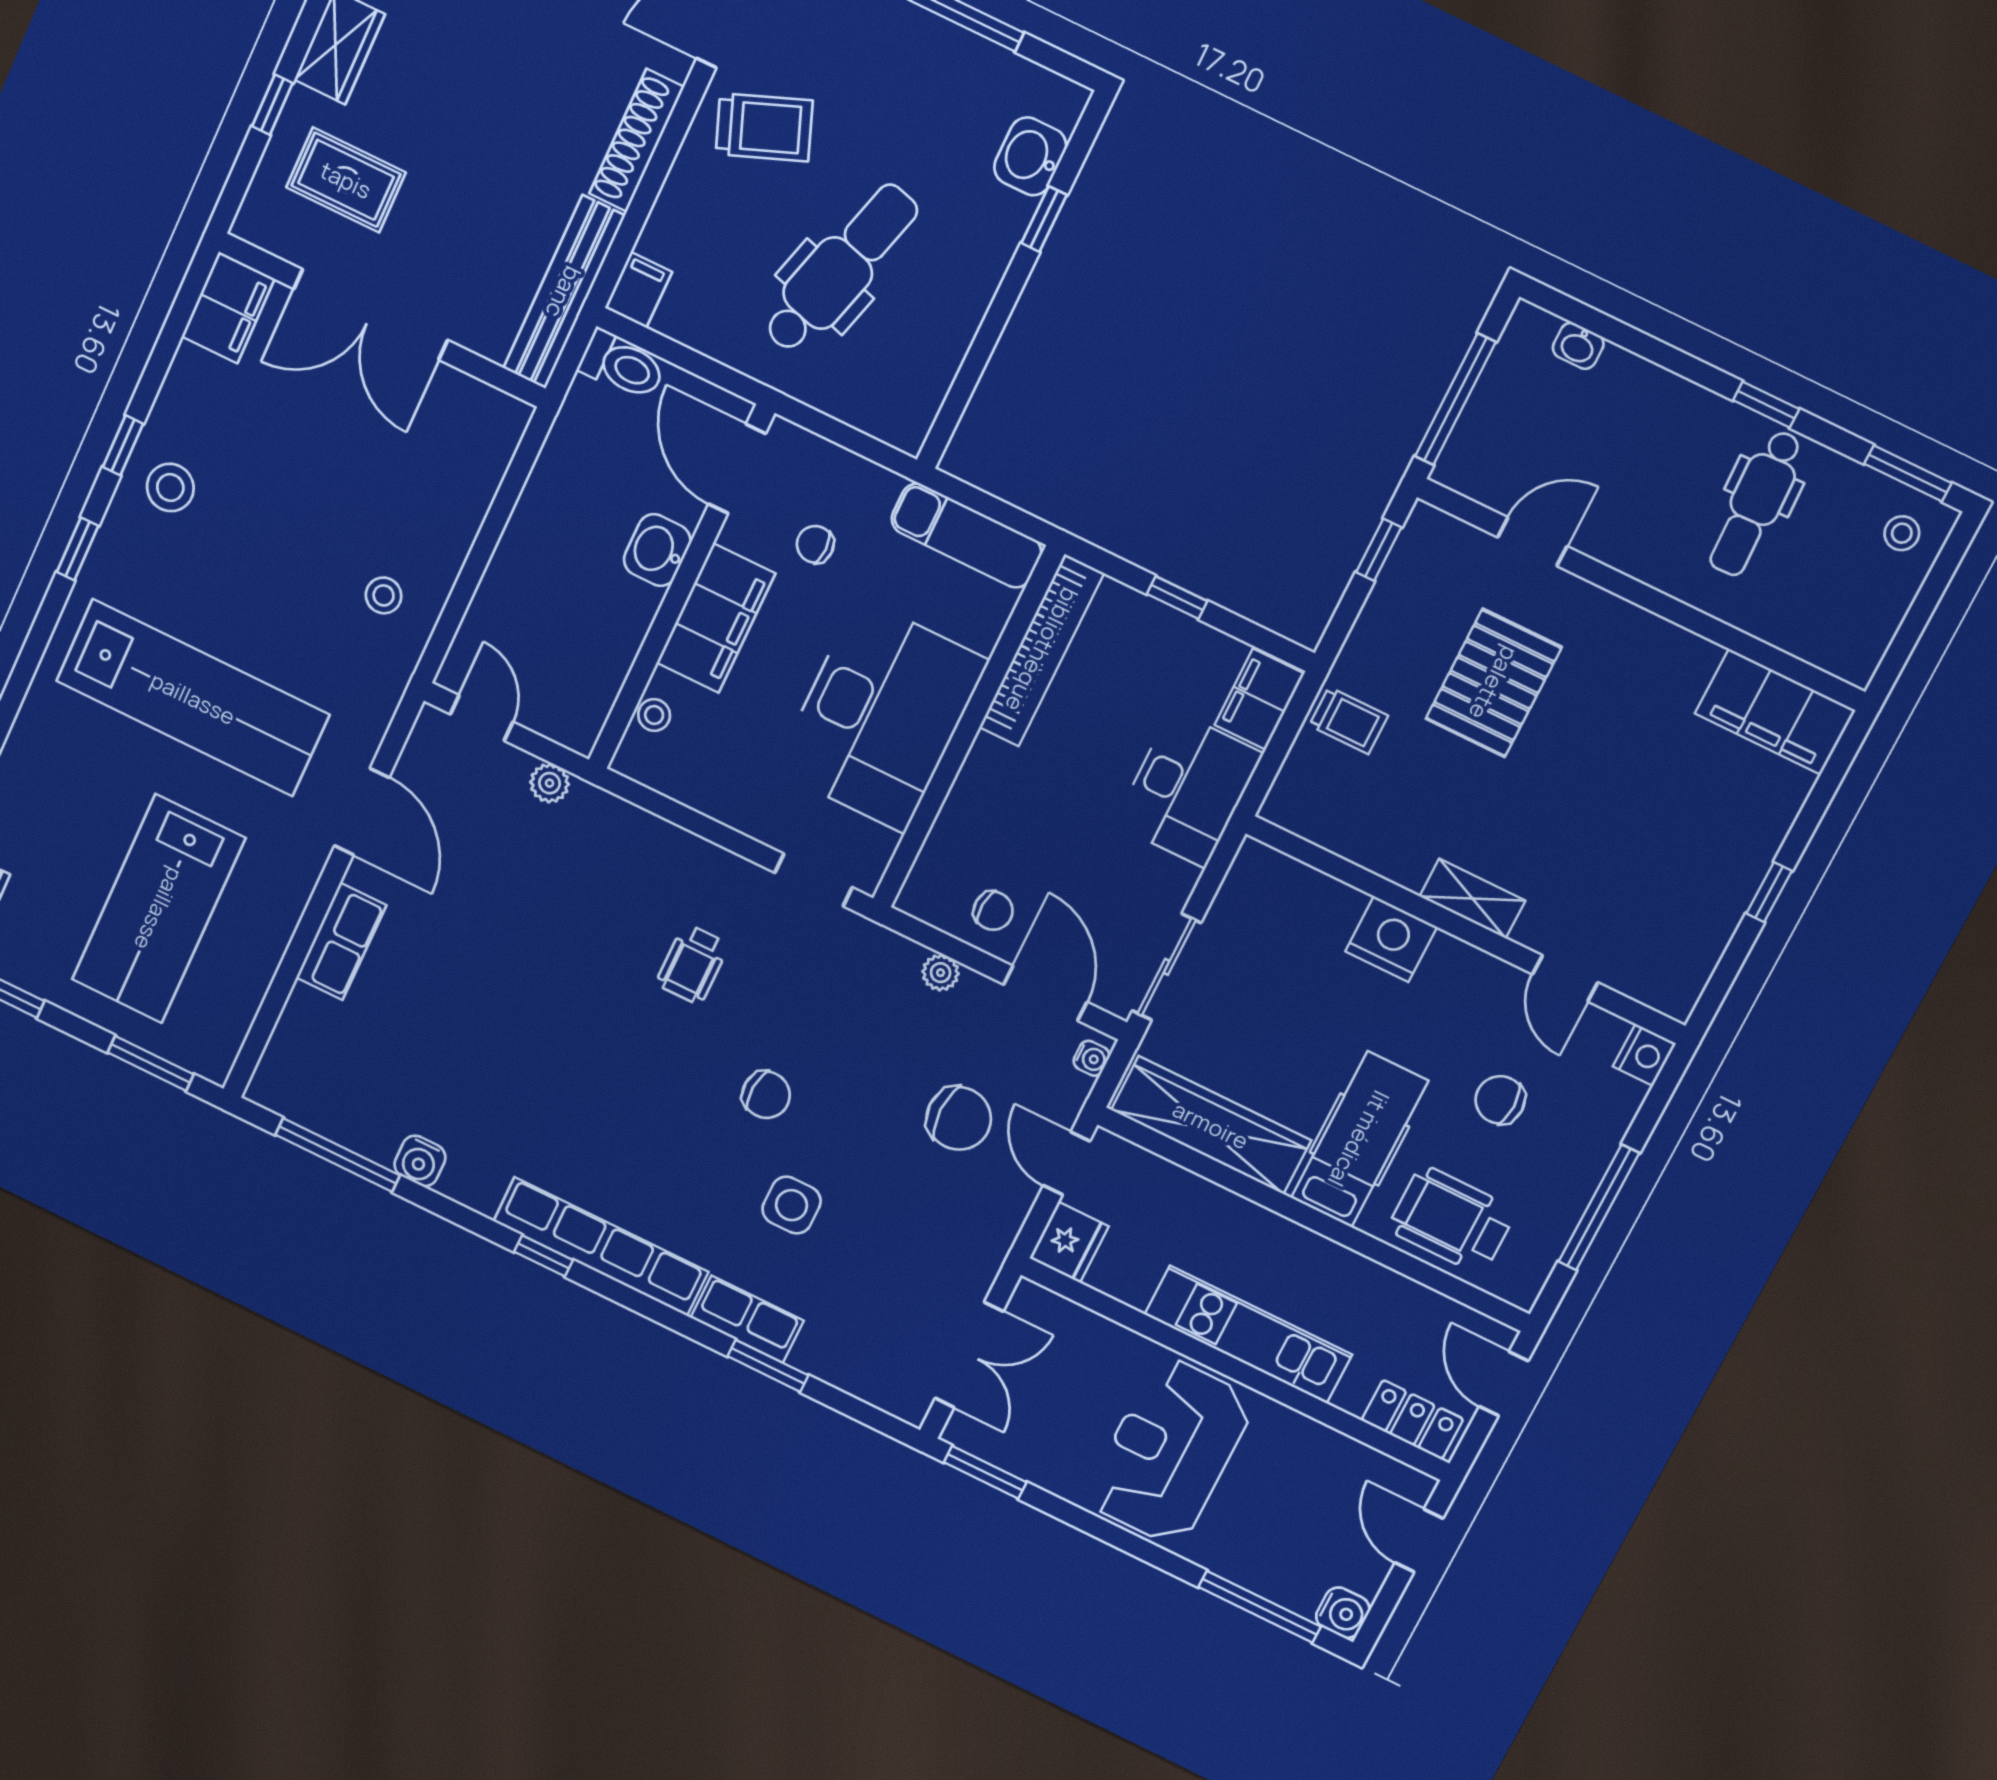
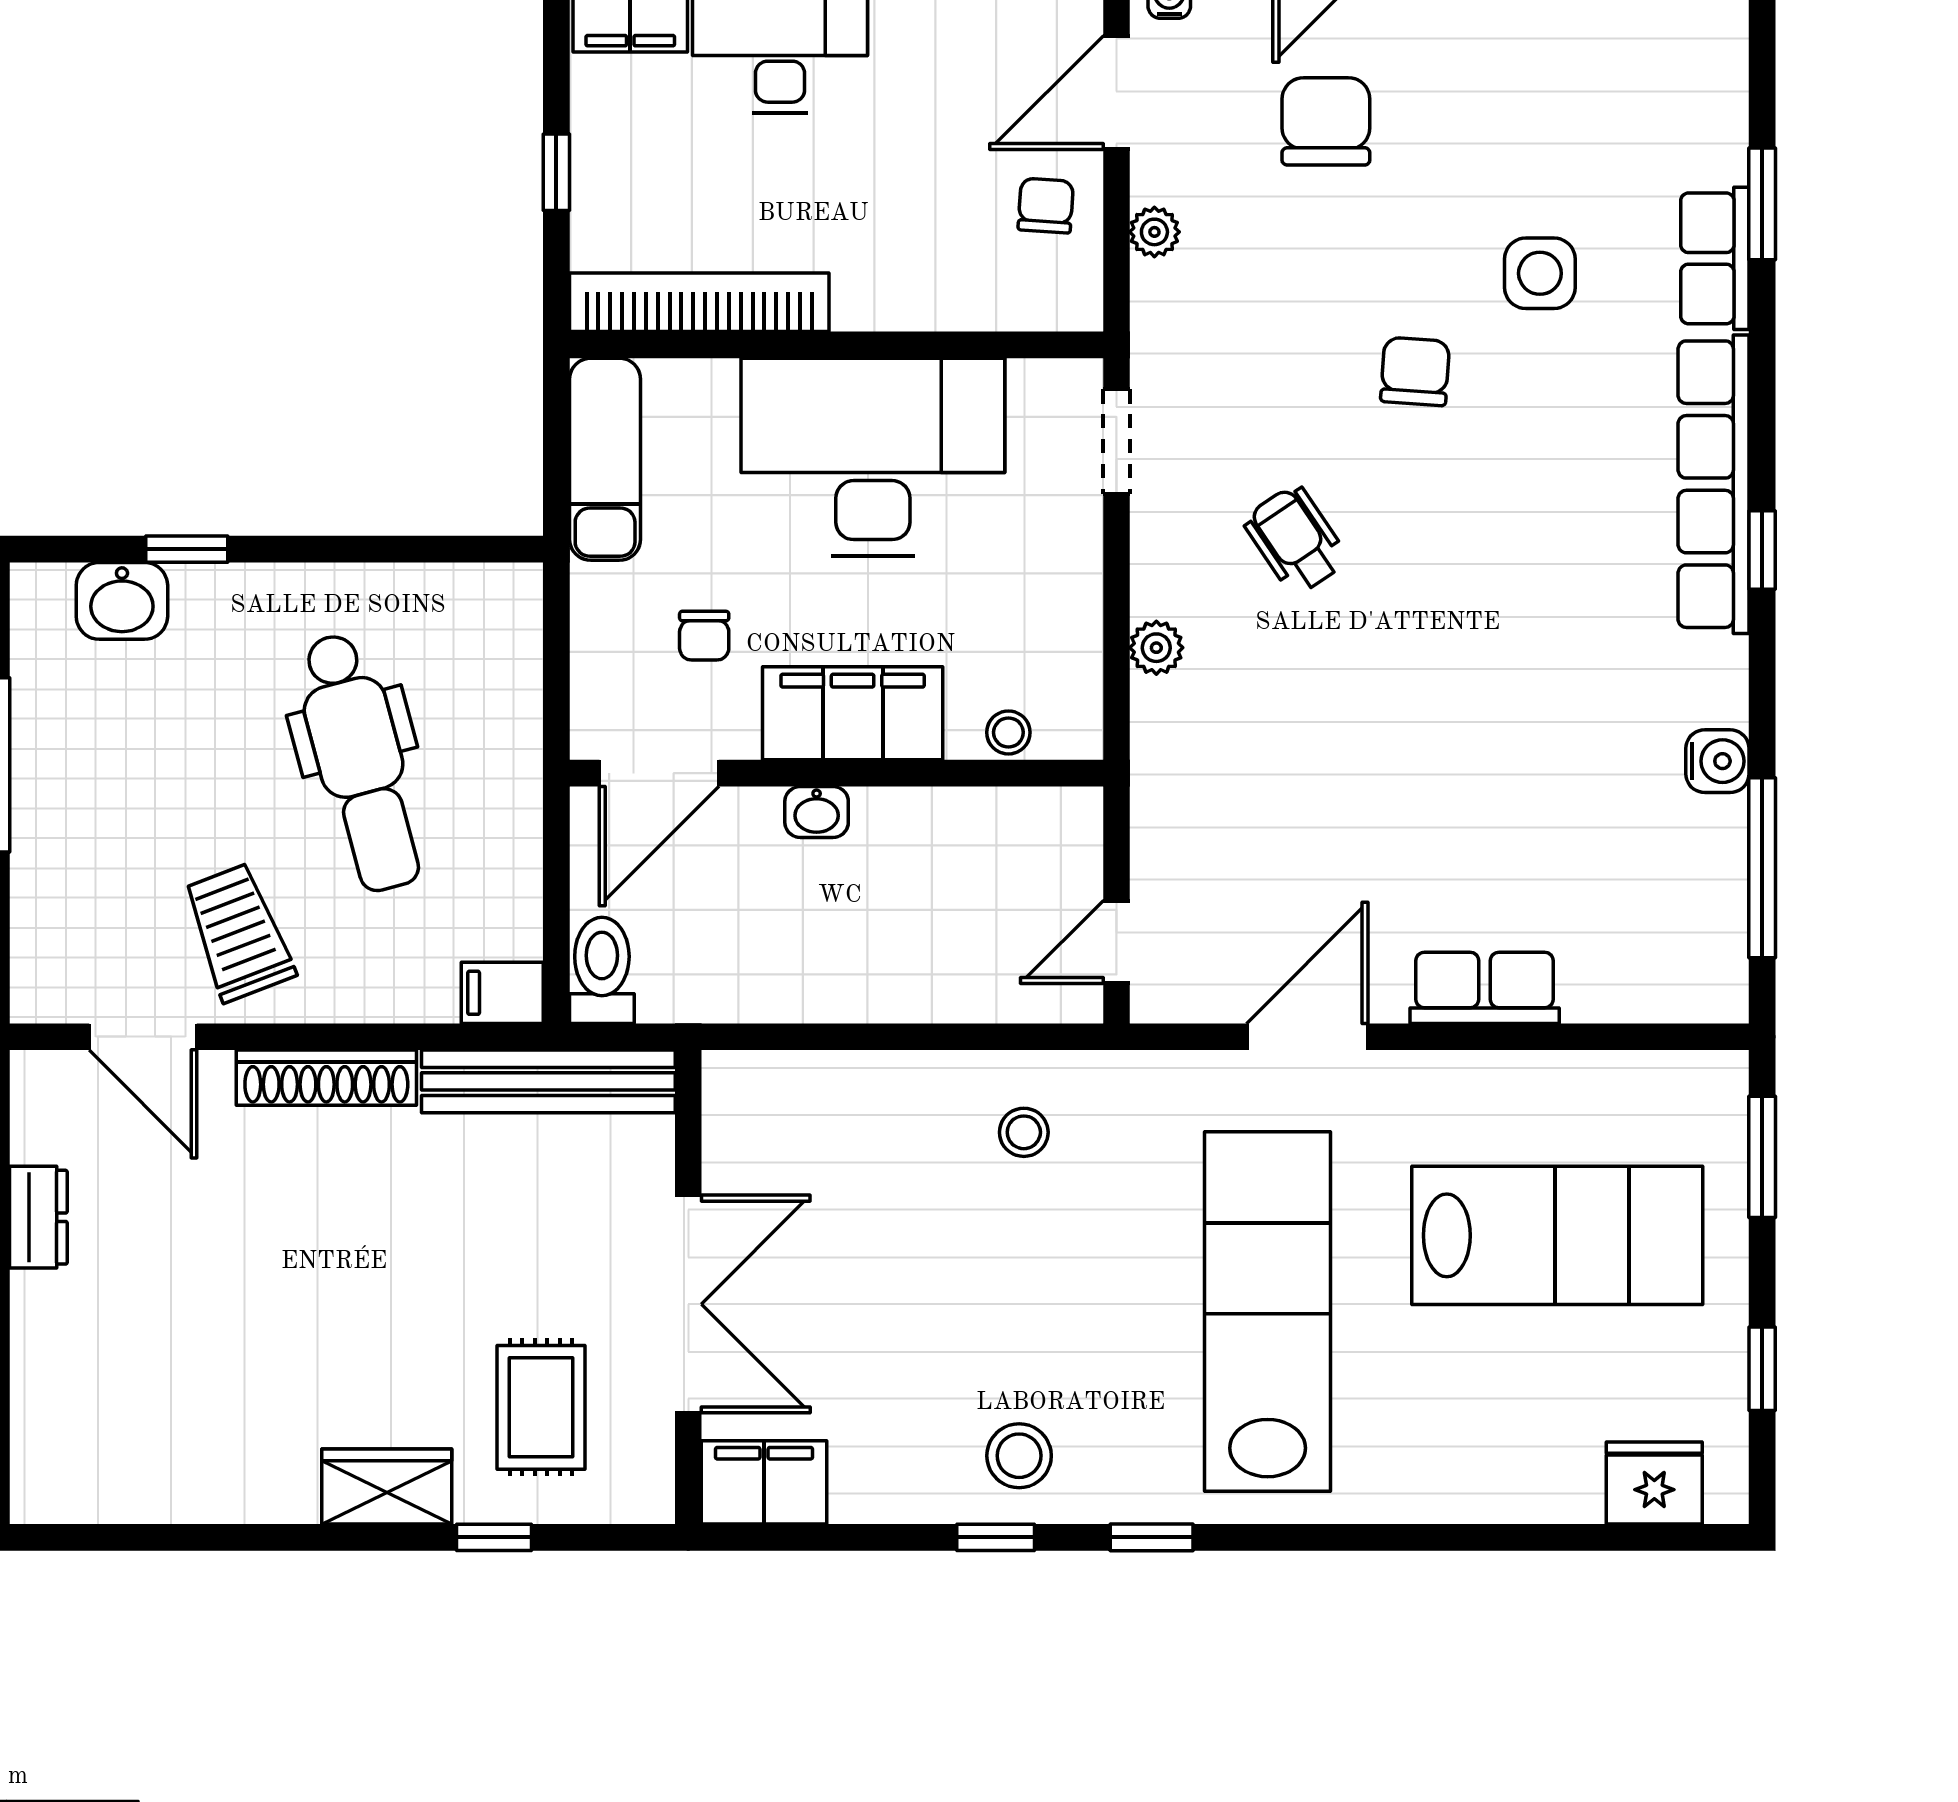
dental chair: (841, 268) -> (360, 762), turned -121
washbasin: (657, 550) -> (817, 812), width x0.72, depth x0.69
plant: (550, 783) -> (1156, 648), moved
wheelchair: (692, 964) -> (1296, 540), turned -124

